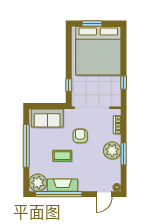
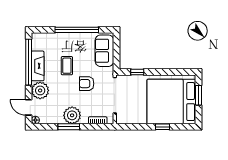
window: (124, 83) -> (162, 127), moved
armchair: (80, 136) -> (87, 84), turned 180
plant: (38, 183) -> (40, 90), moved

